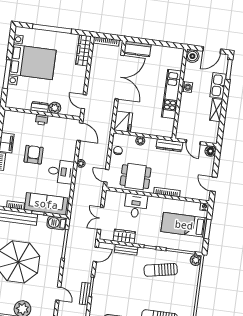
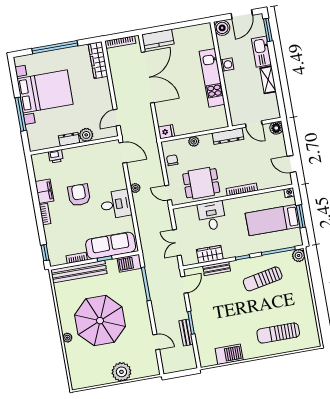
door: (84, 102) -> (117, 118), hinge flipped
printer: (42, 120) -> (56, 156), moved
fridge: (123, 122) -> (166, 132), width x0.53, depth x0.75

